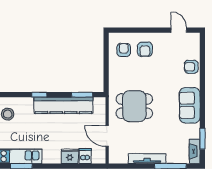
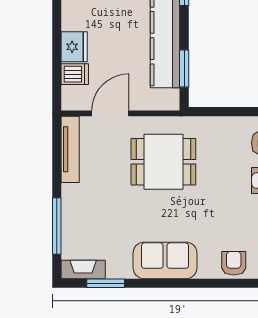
dining table: (134, 106) -> (163, 162), turned 90
tv unit: (147, 159) -> (70, 149), moved

